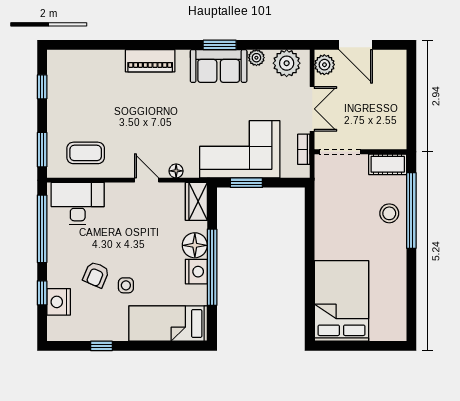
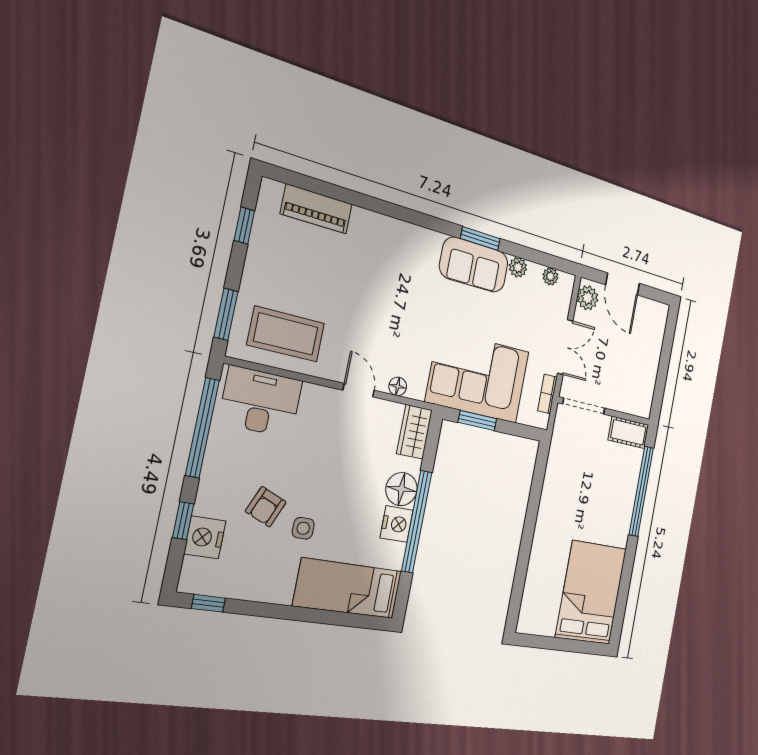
piano: (150, 61) -> (316, 209), moved
plant: (287, 63) -> (550, 276), width x0.53, depth x0.53
coffee table: (86, 153) -> (286, 334), width x1.36, depth x1.32
stool: (389, 213) -> (620, 490), removed
bed: (341, 301) -> (591, 593), moved
window: (101, 346) -> (208, 603), moved

